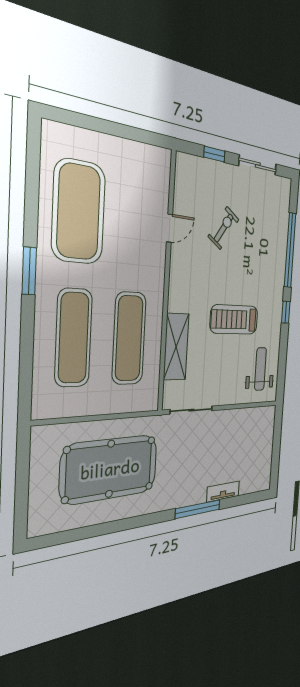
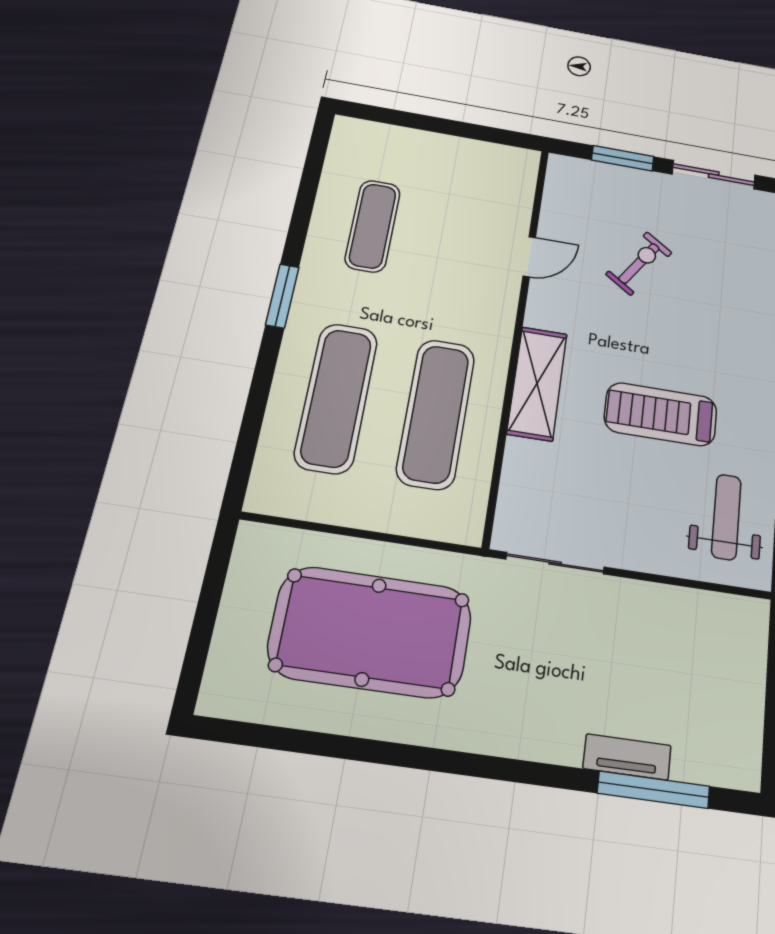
window: (214, 154) -> (623, 158), width x1.50
exercise mat: (79, 212) -> (373, 226), width x0.50, depth x0.69
shelving: (176, 347) -> (537, 383), moved
window: (198, 509) -> (654, 790), moved

